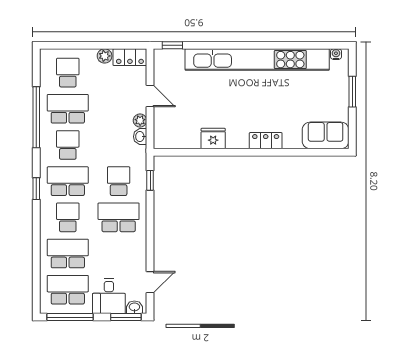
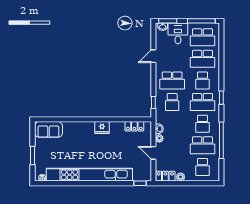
fridge: (213, 139) -> (102, 128), moved
locker: (266, 141) -> (134, 126), moved
door: (150, 282) -> (153, 56), moved

